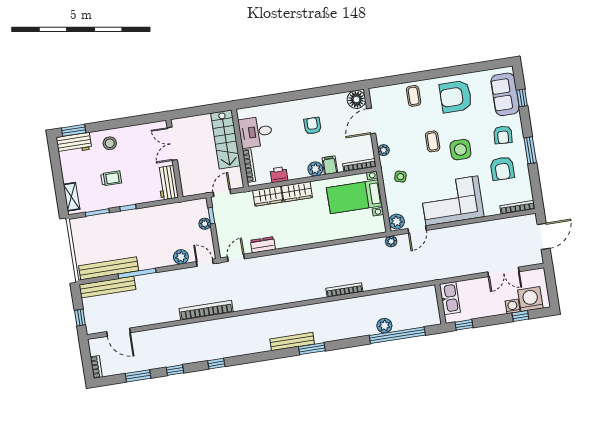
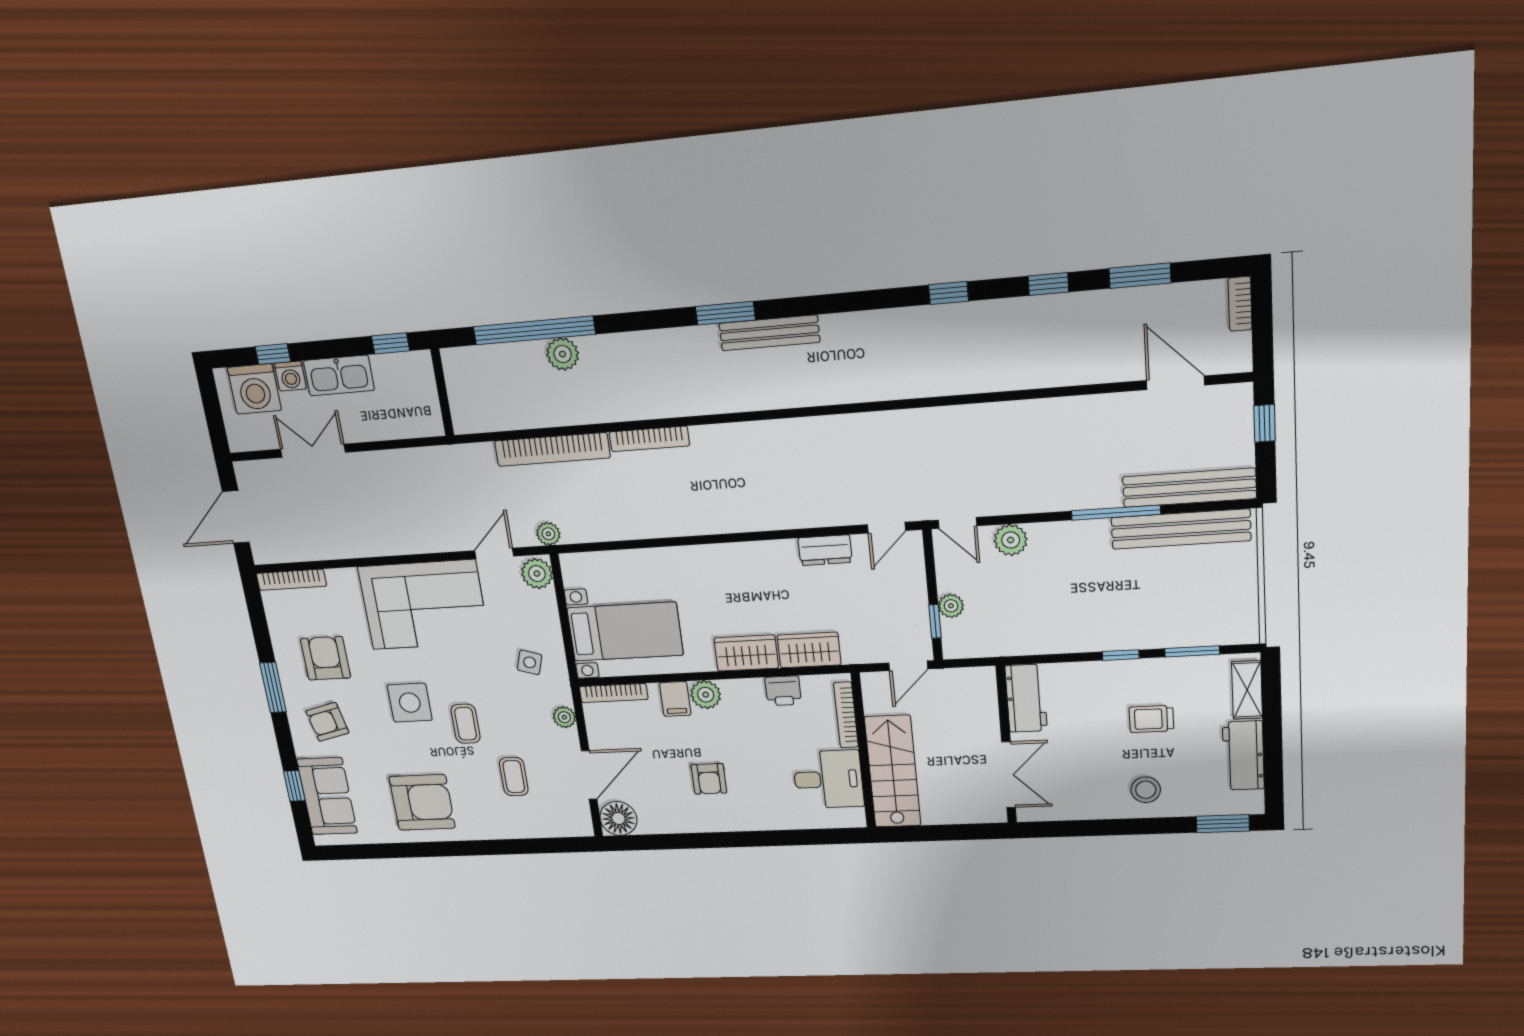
coffee table: (414, 96) -> (514, 777), moved
armchair: (503, 135) -> (327, 722), turned -107
workbench: (74, 143) -> (1243, 756), moved, turned -90
kitchen sink: (450, 298) -> (339, 375), moved, turned -90
bookcase: (206, 310) -> (552, 449), moved

